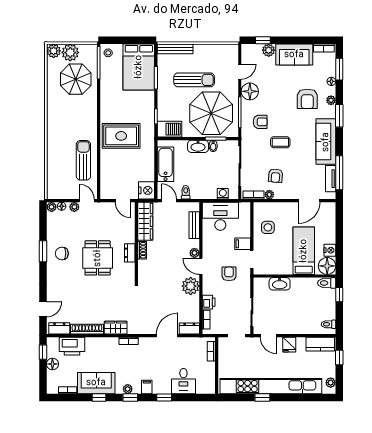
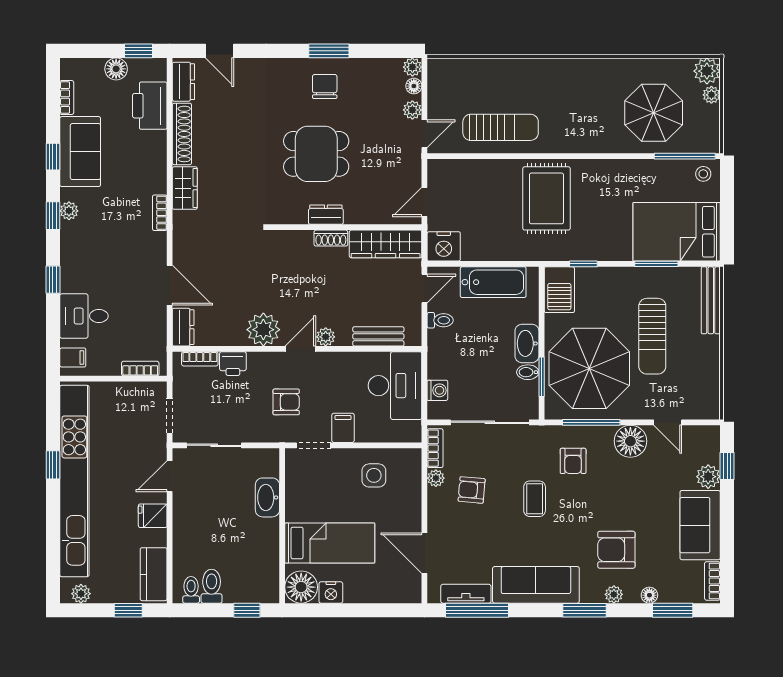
plant: (70, 53) -> (711, 95), width x0.53, depth x0.53
toilet: (327, 283) -> (212, 586), moved
filing cabinet: (147, 387) -> (73, 358), moved

